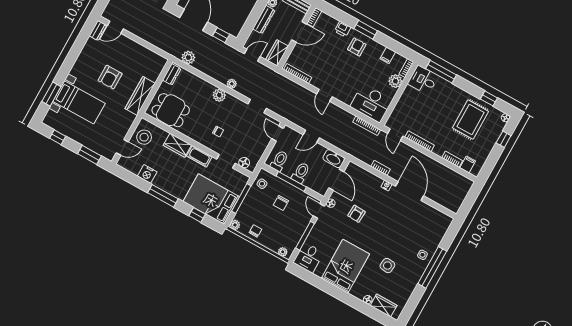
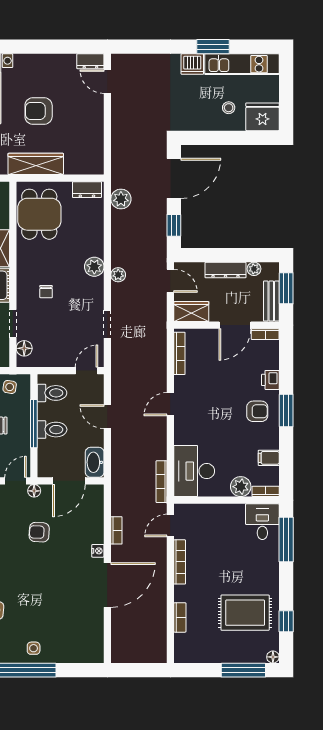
door: (299, 32) -> (235, 325), hinge flipped
window: (504, 139) -> (243, 670), width x2.17
filing cabinet: (468, 164) -> (184, 641), removed

